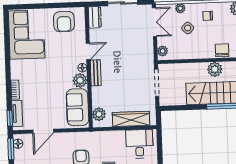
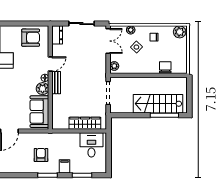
armchair: (64, 22) -> (31, 38), turned -90
plant: (215, 69) -> (158, 83), removed
plant: (99, 114) -> (58, 118), removed

